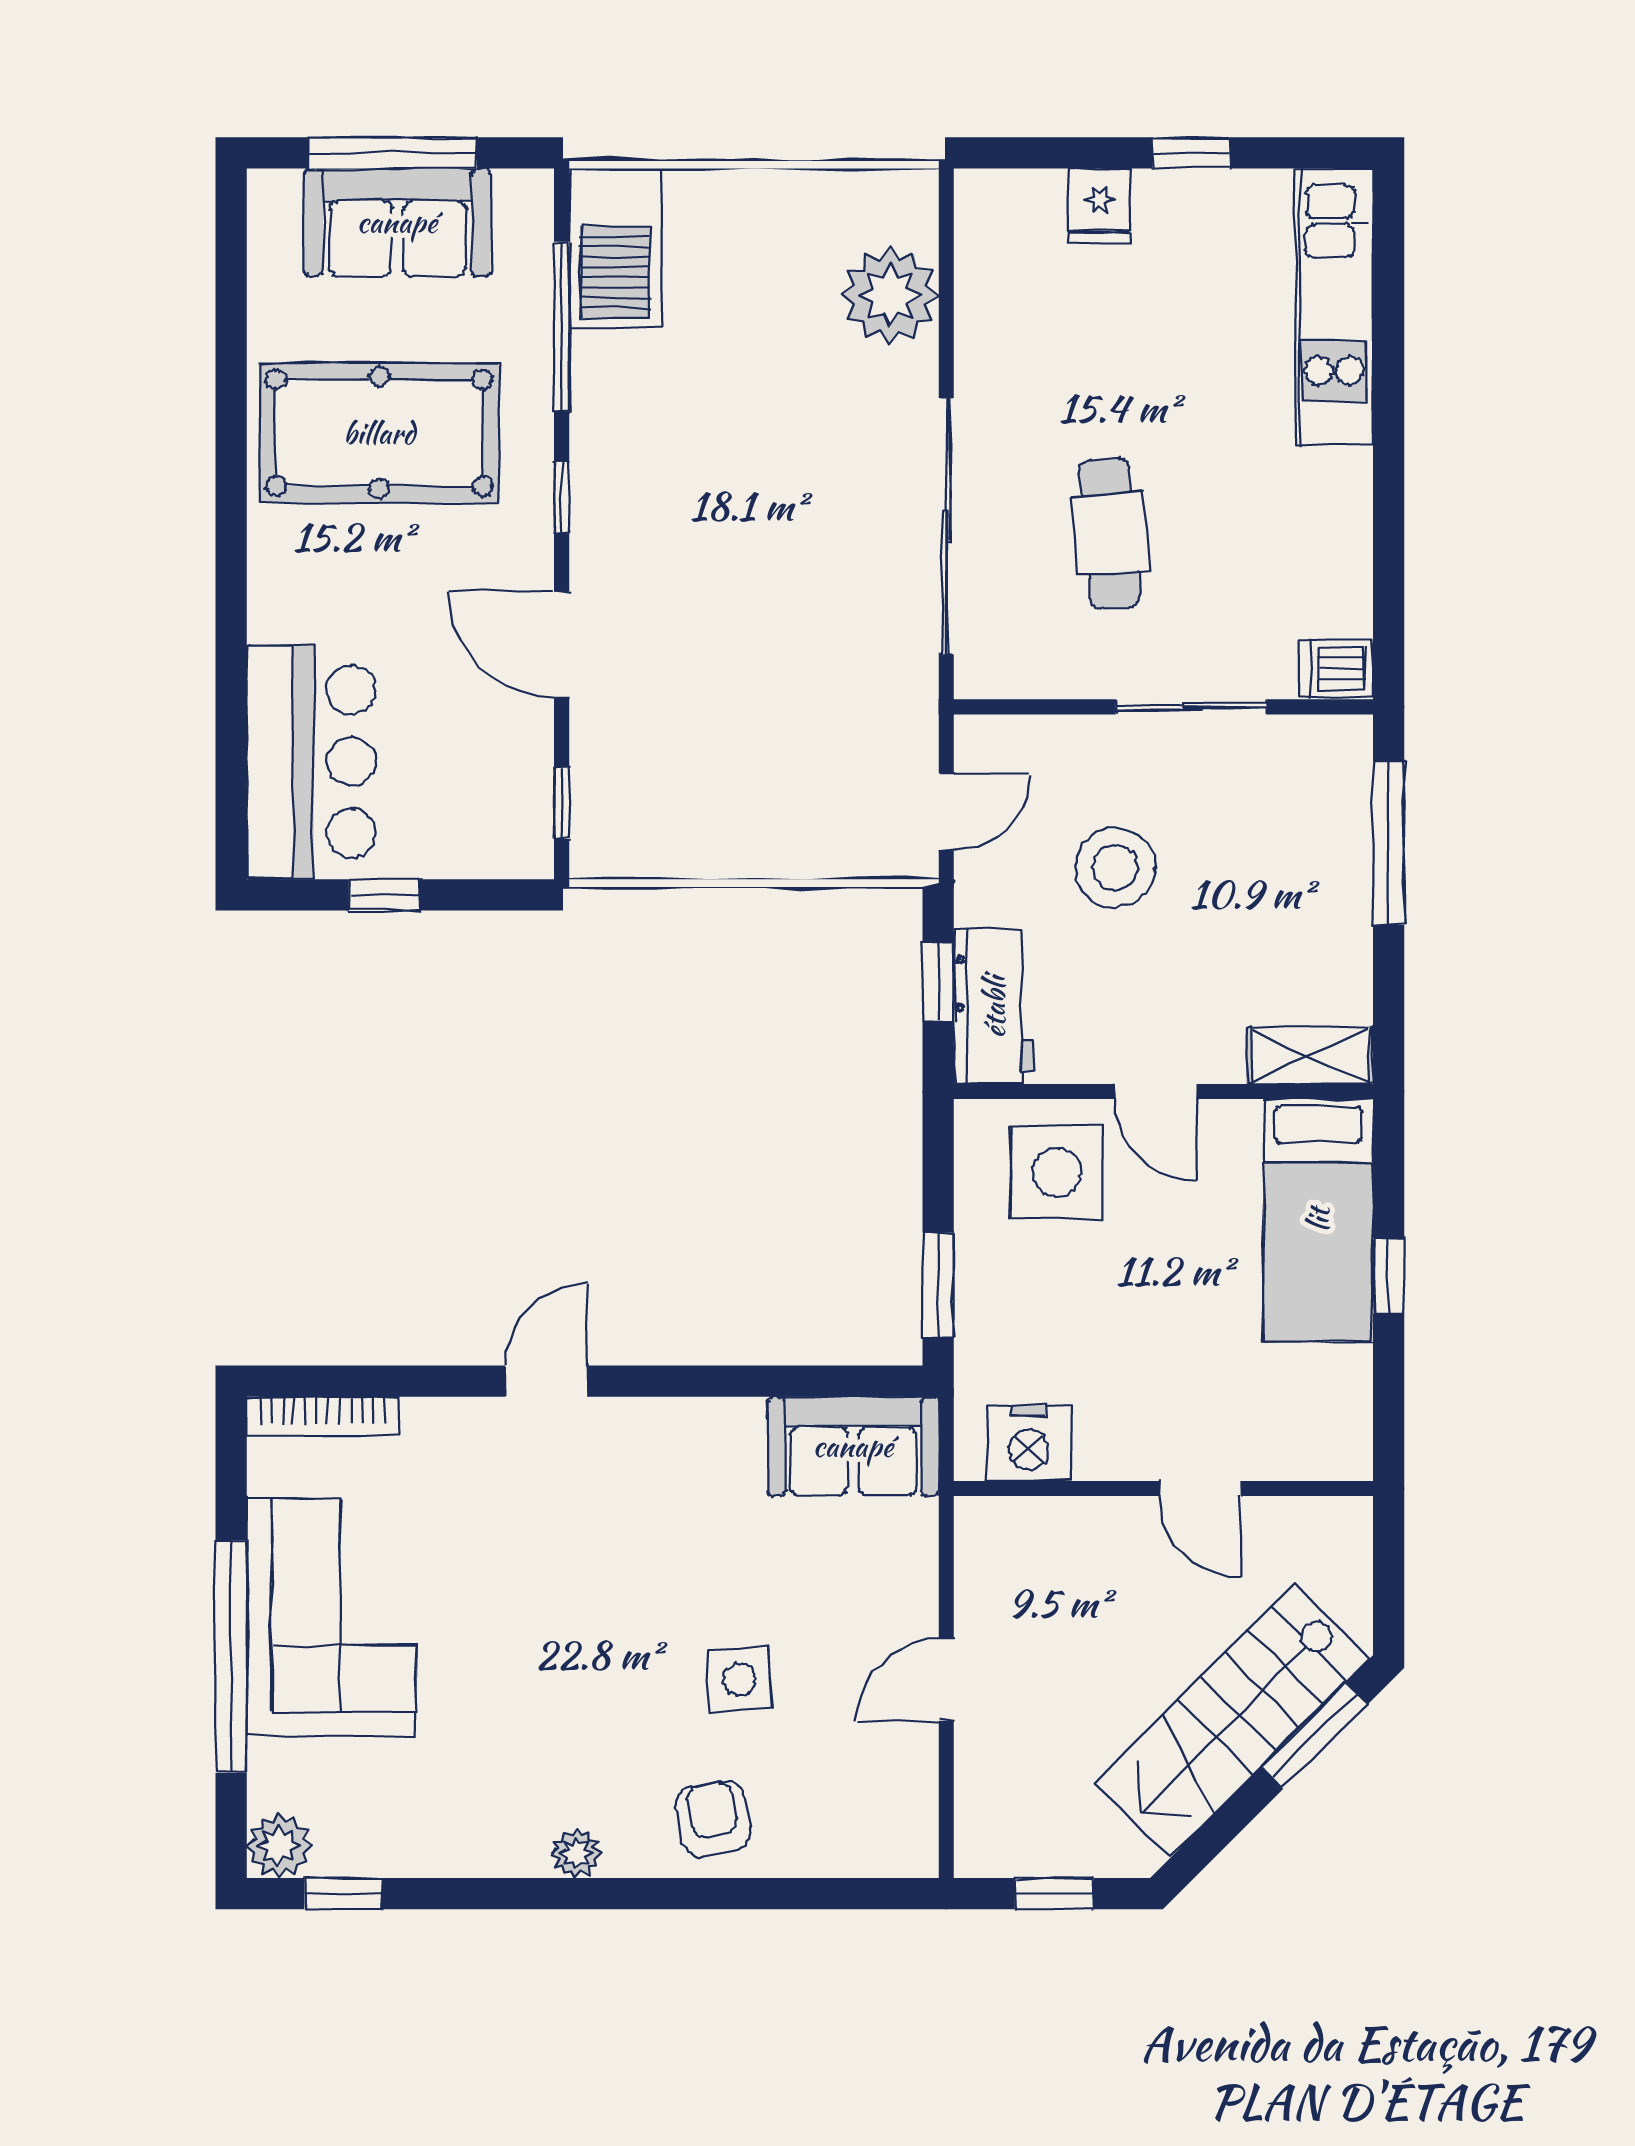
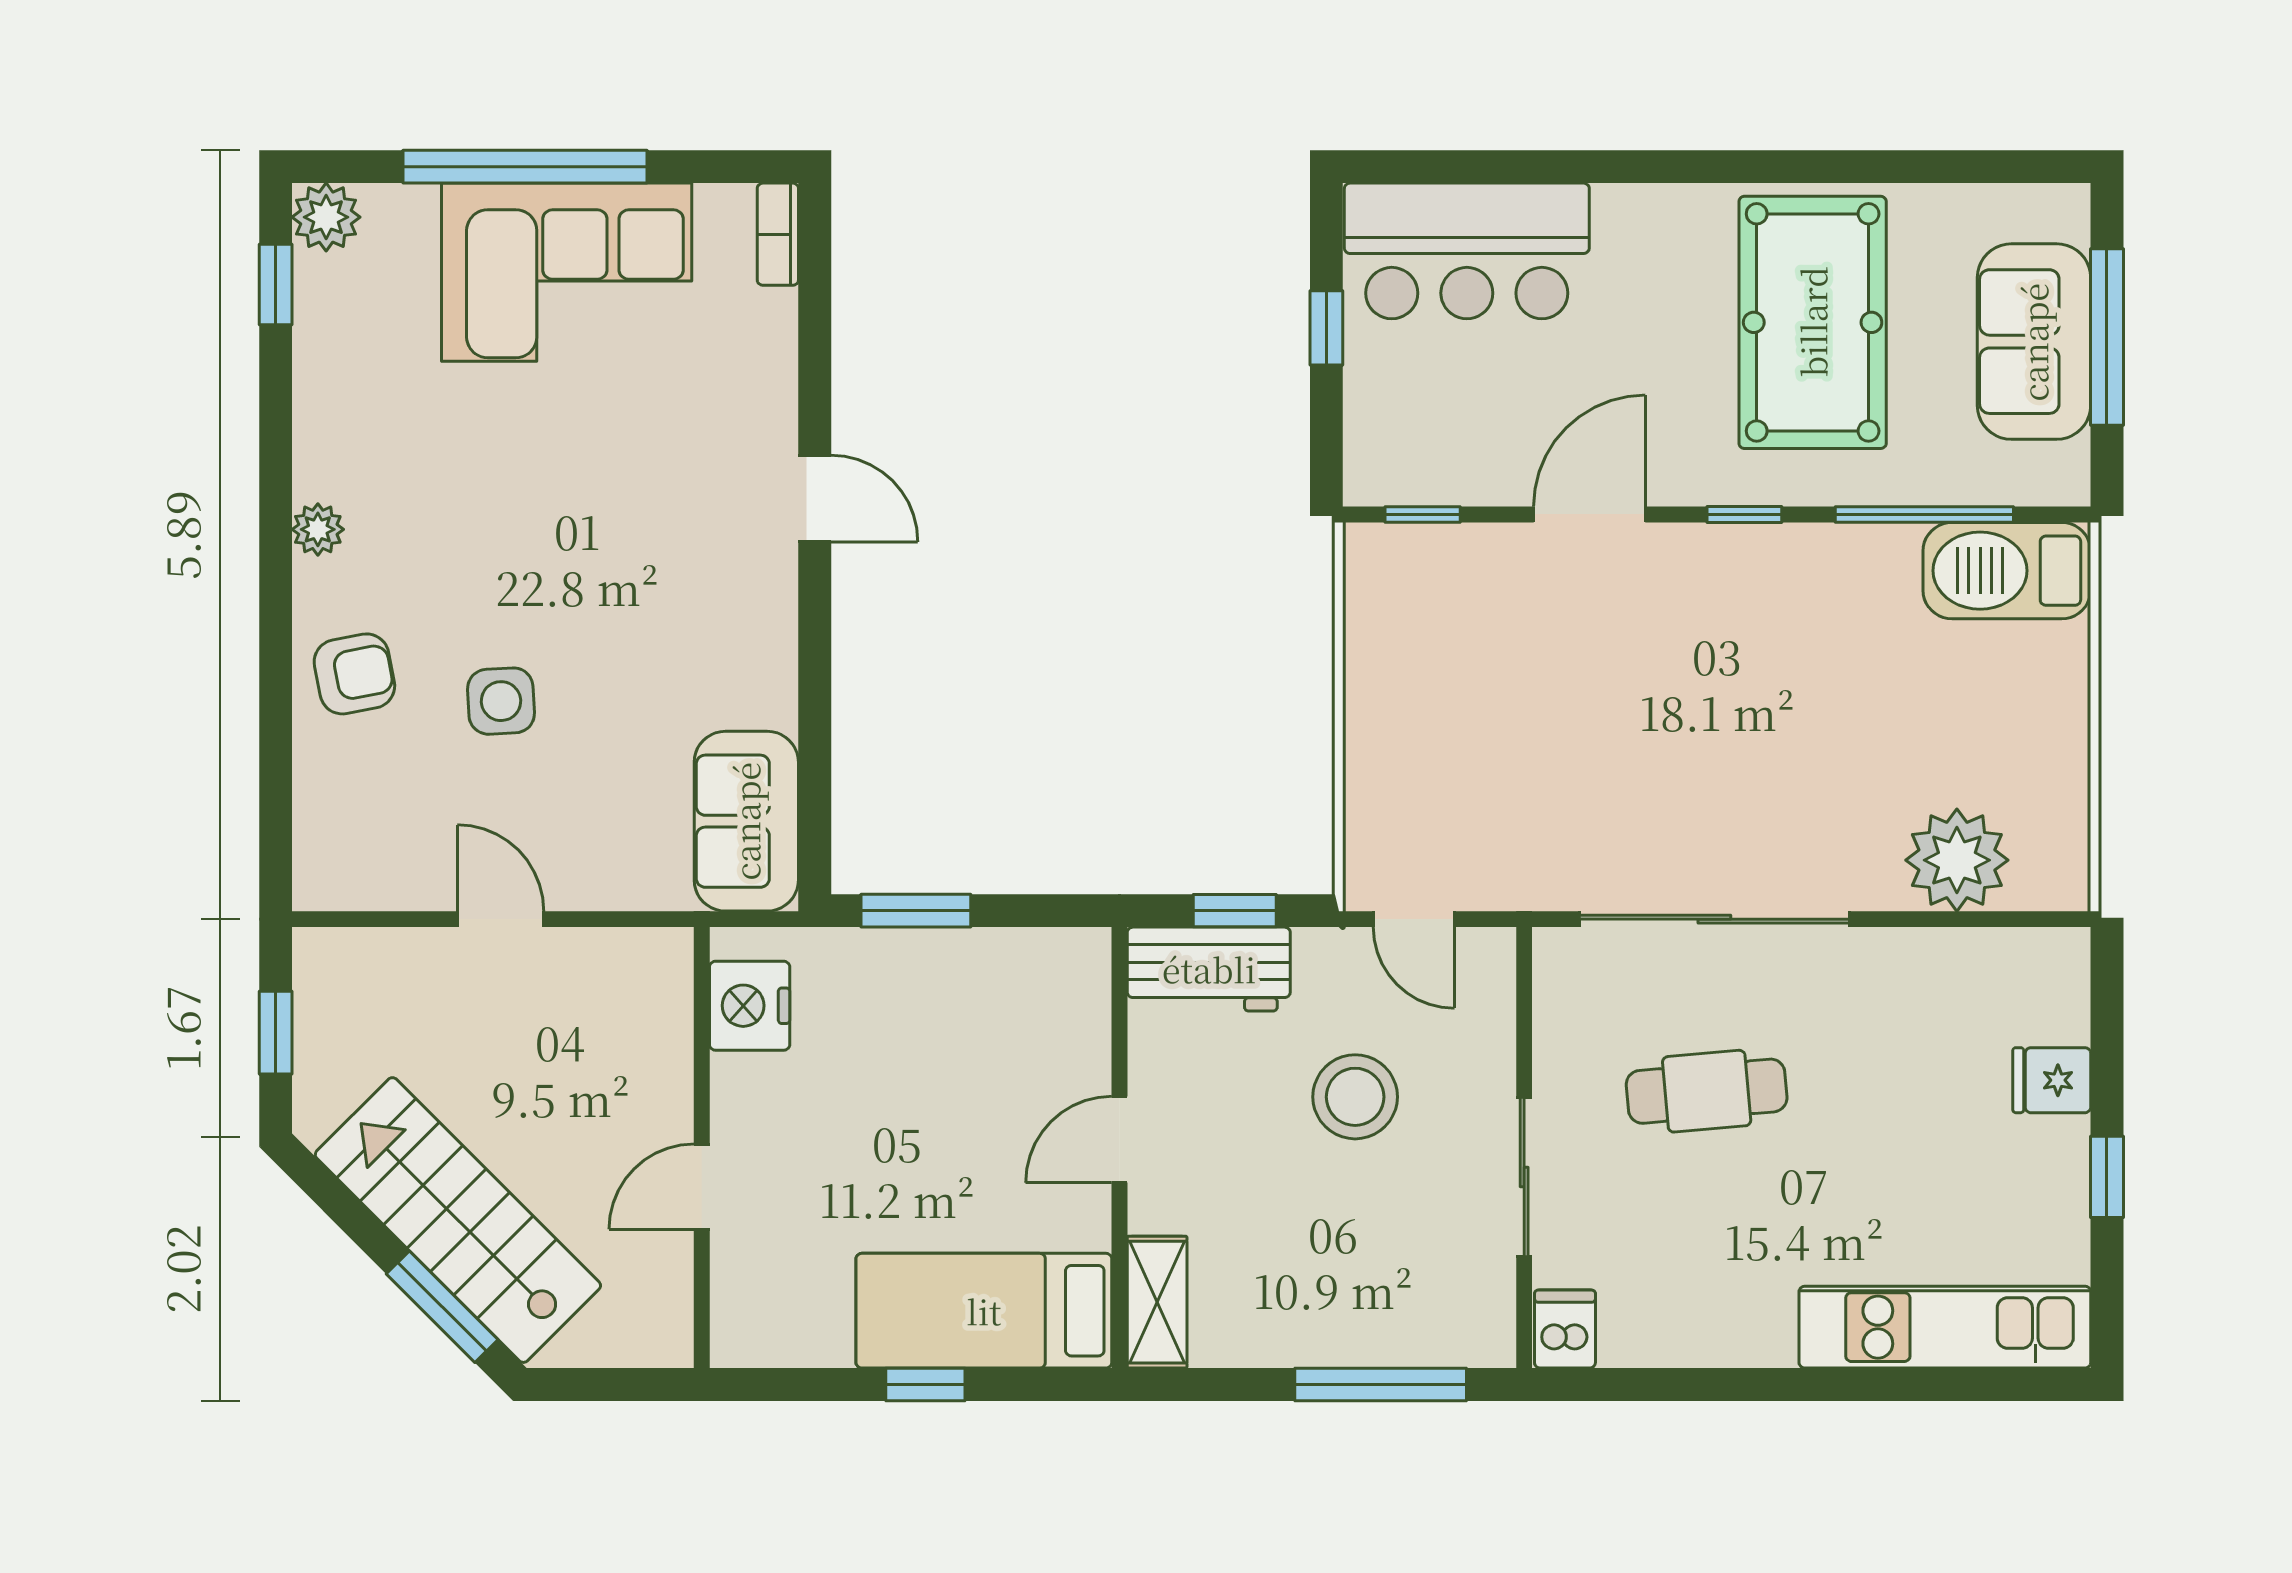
side table: (1057, 1173) -> (1034, 1035), removed
bookcase: (323, 1416) -> (778, 234), width x0.64

